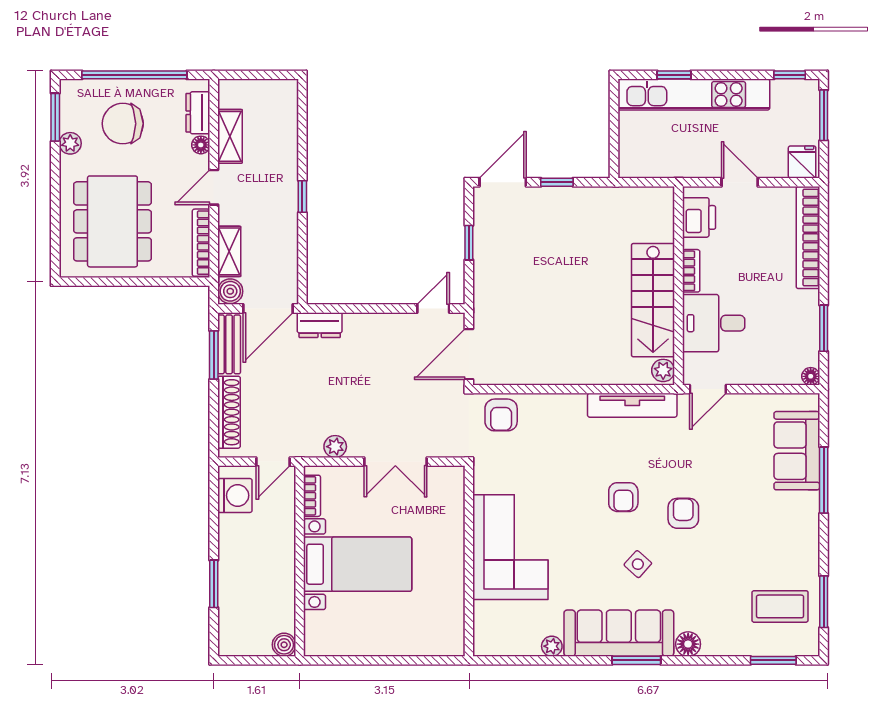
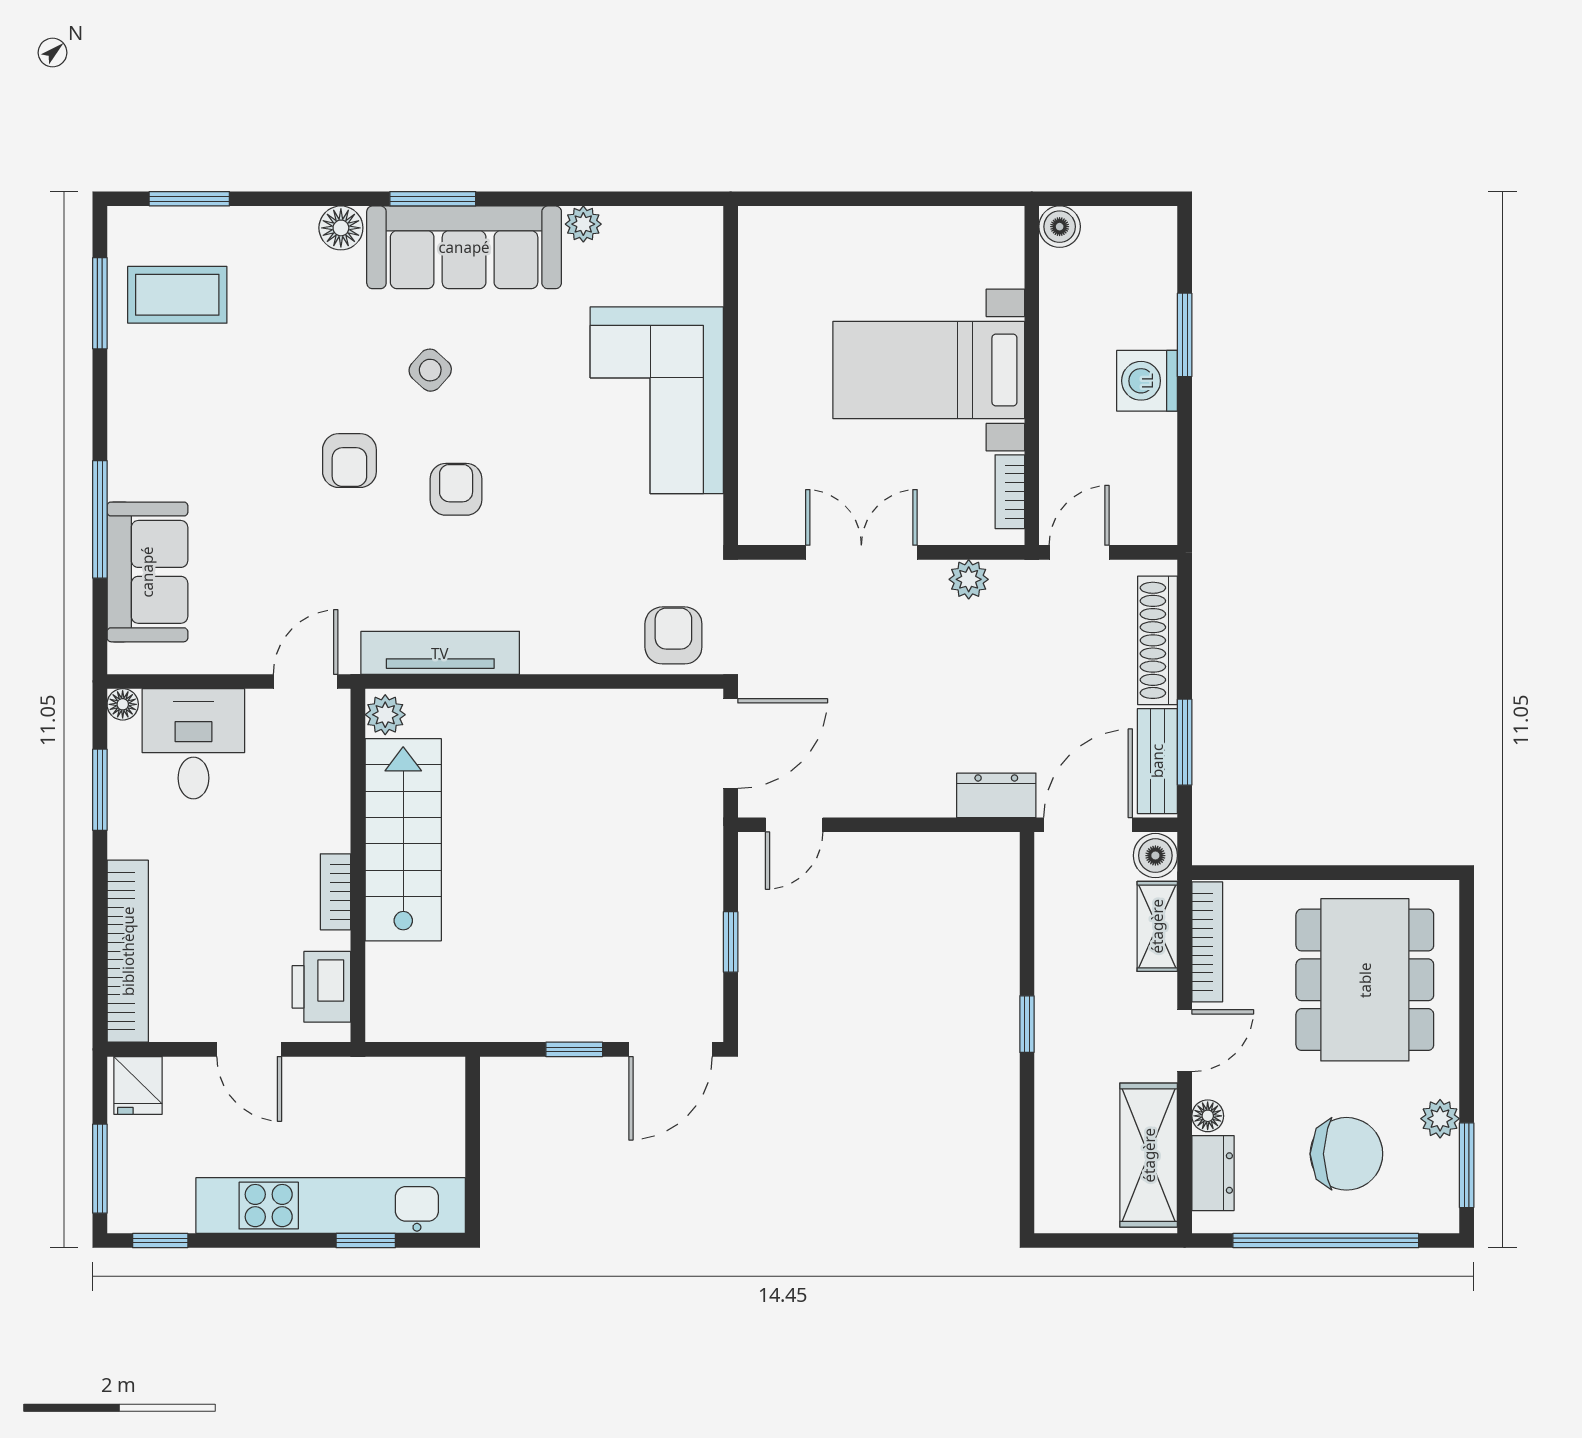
shelving: (230, 136) -> (1149, 1155), width x1.50, depth x1.33
desk: (714, 323) -> (193, 744), moved, turned -90
washing machine: (235, 495) -> (1147, 381), moved

